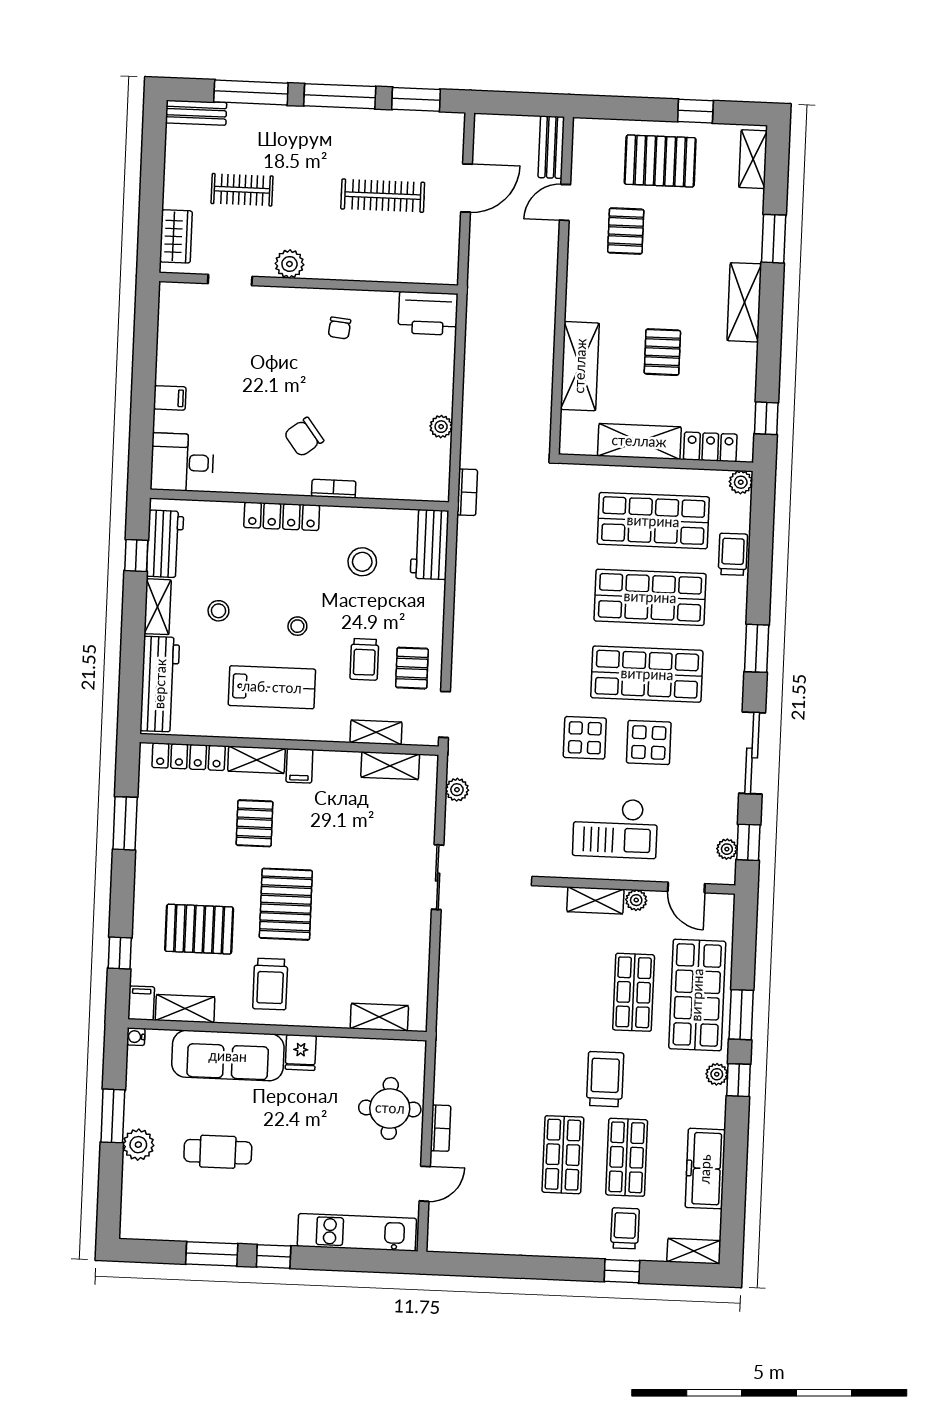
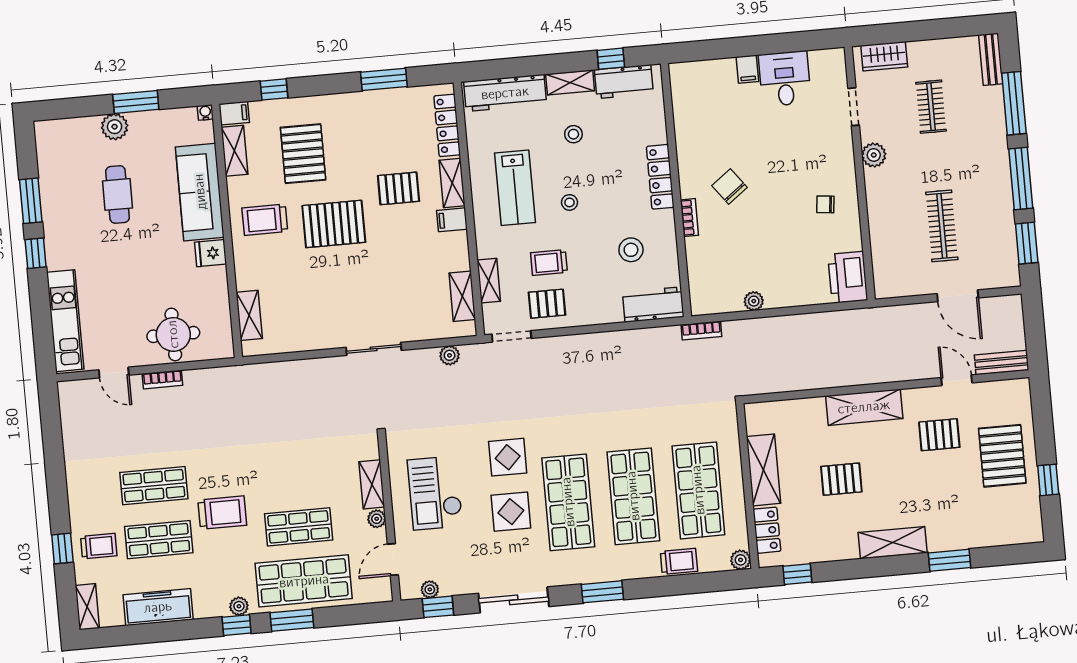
shelving: (753, 159) -> (1014, 534), removed
shelving: (580, 366) -> (864, 407), moved
desk: (182, 462) -> (785, 79), moved

